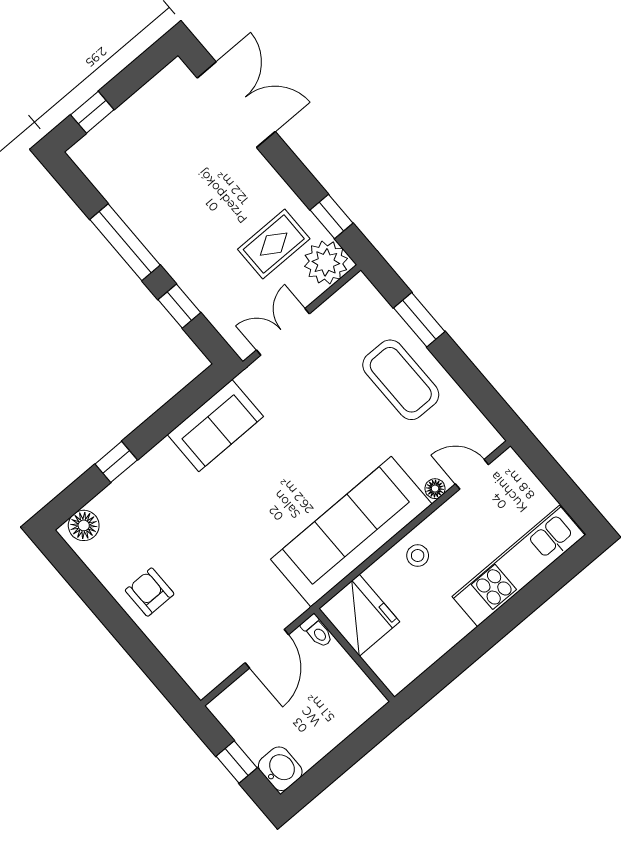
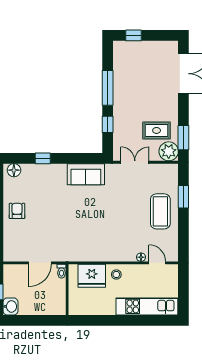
window: (332, 217) -> (183, 138), width x1.50
sofa: (351, 532) -> (101, 248), removed
fridge: (359, 615) -> (92, 276), moved, turned 90

